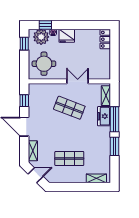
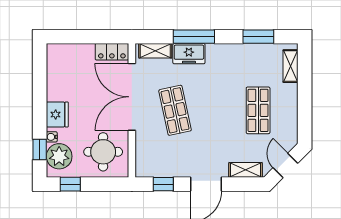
locker: (105, 39) -> (112, 52), moved
double door: (78, 81) -> (132, 97), width x1.87
shop shelf: (69, 108) -> (175, 110), turned -33
window: (114, 146) -> (258, 37), moved

